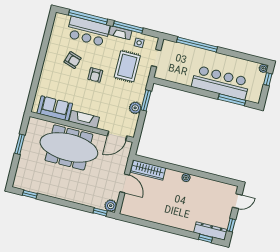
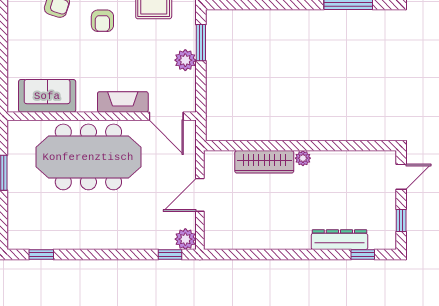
fireplace: (84, 119) -> (123, 102), moved
door: (117, 136) -> (166, 116), hinge flipped
wardrobe: (148, 170) -> (264, 162), moved
door: (125, 183) -> (200, 195), swing flipped
dresser: (211, 231) -> (339, 240), moved

